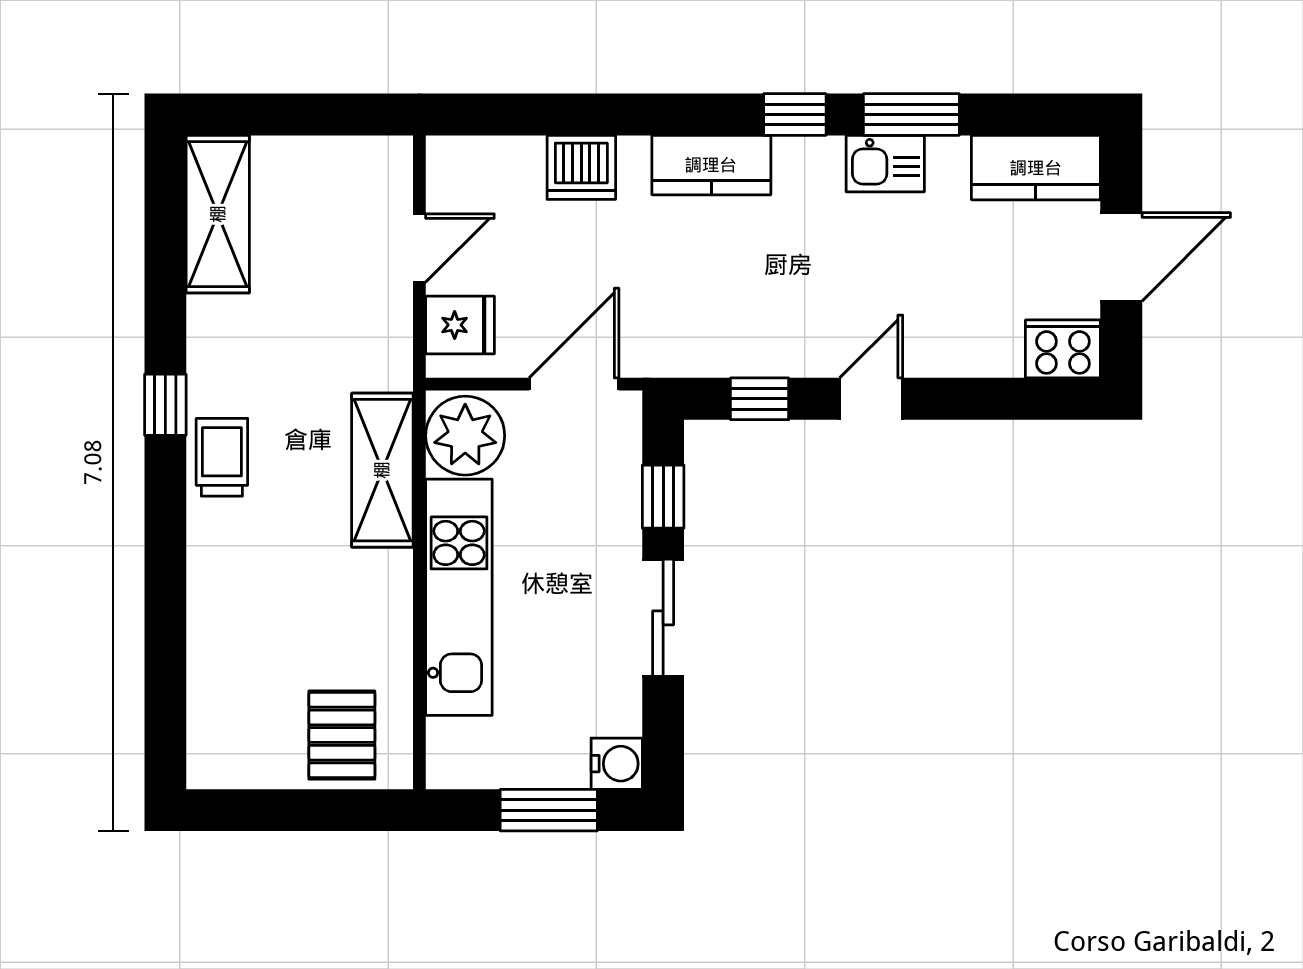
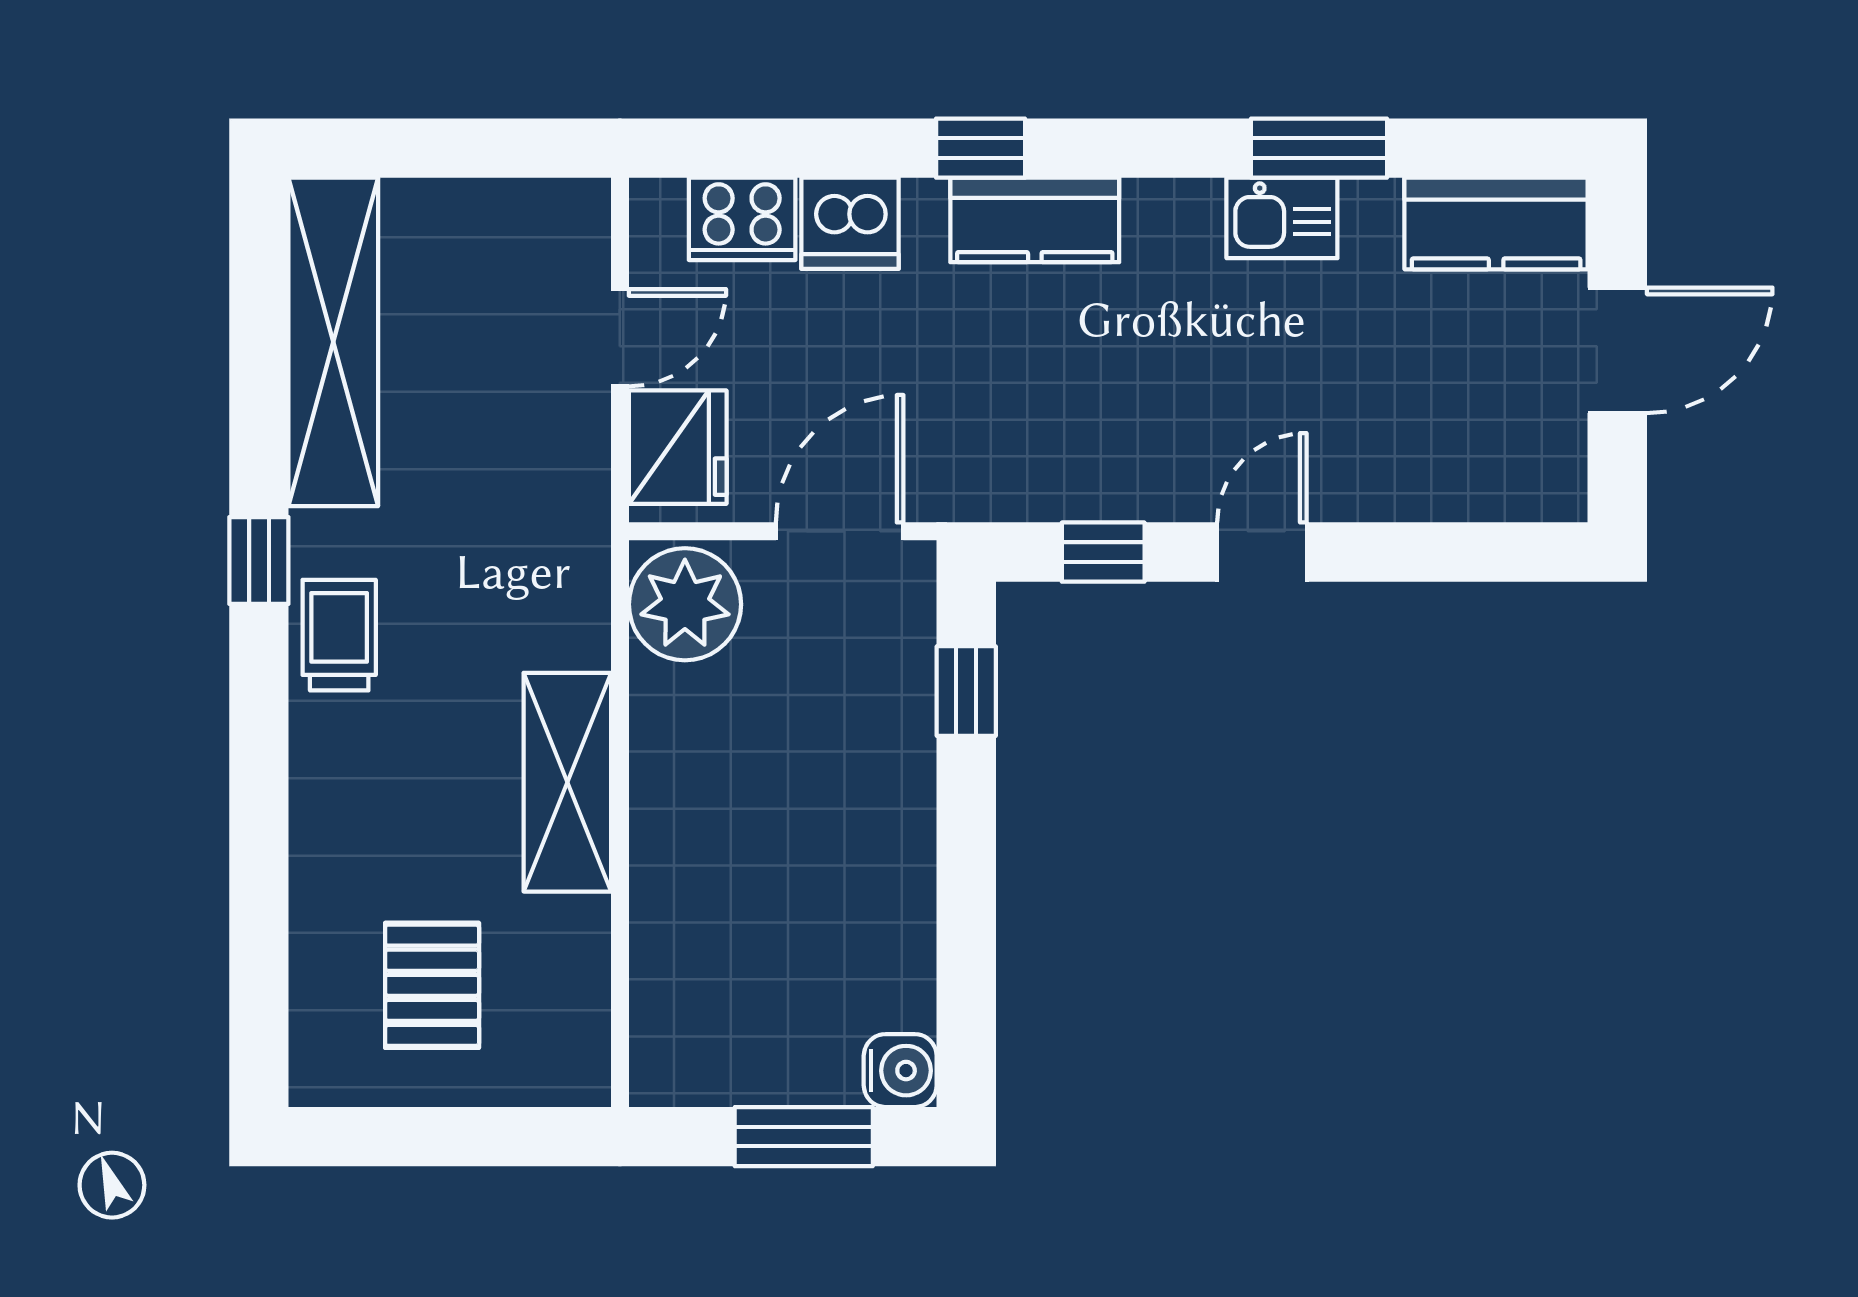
window: (795, 115) -> (981, 148), moved
shelving: (218, 214) -> (333, 342), width x1.47
fridge: (460, 325) -> (678, 447), width x1.38
cooker: (1063, 349) -> (742, 219), moved, turned 180
shelving: (382, 470) -> (567, 782), moved
kitchen unit: (459, 597) -> (676, 834), removed
sliding door: (663, 618) -> (966, 863), removed
pallet: (342, 735) -> (432, 985), moved

